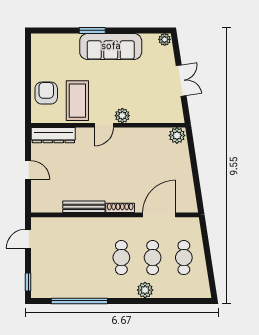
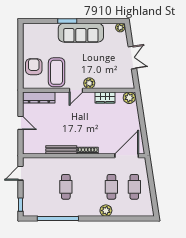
wardrobe: (144, 135) -> (105, 97), added
door: (159, 215) -> (127, 156), moved
cafe table: (121, 258) -> (66, 187), moved

